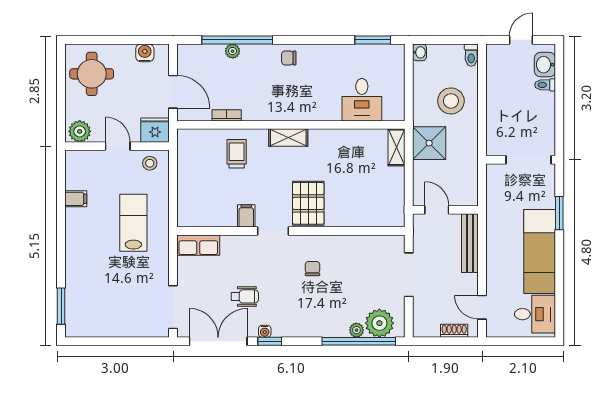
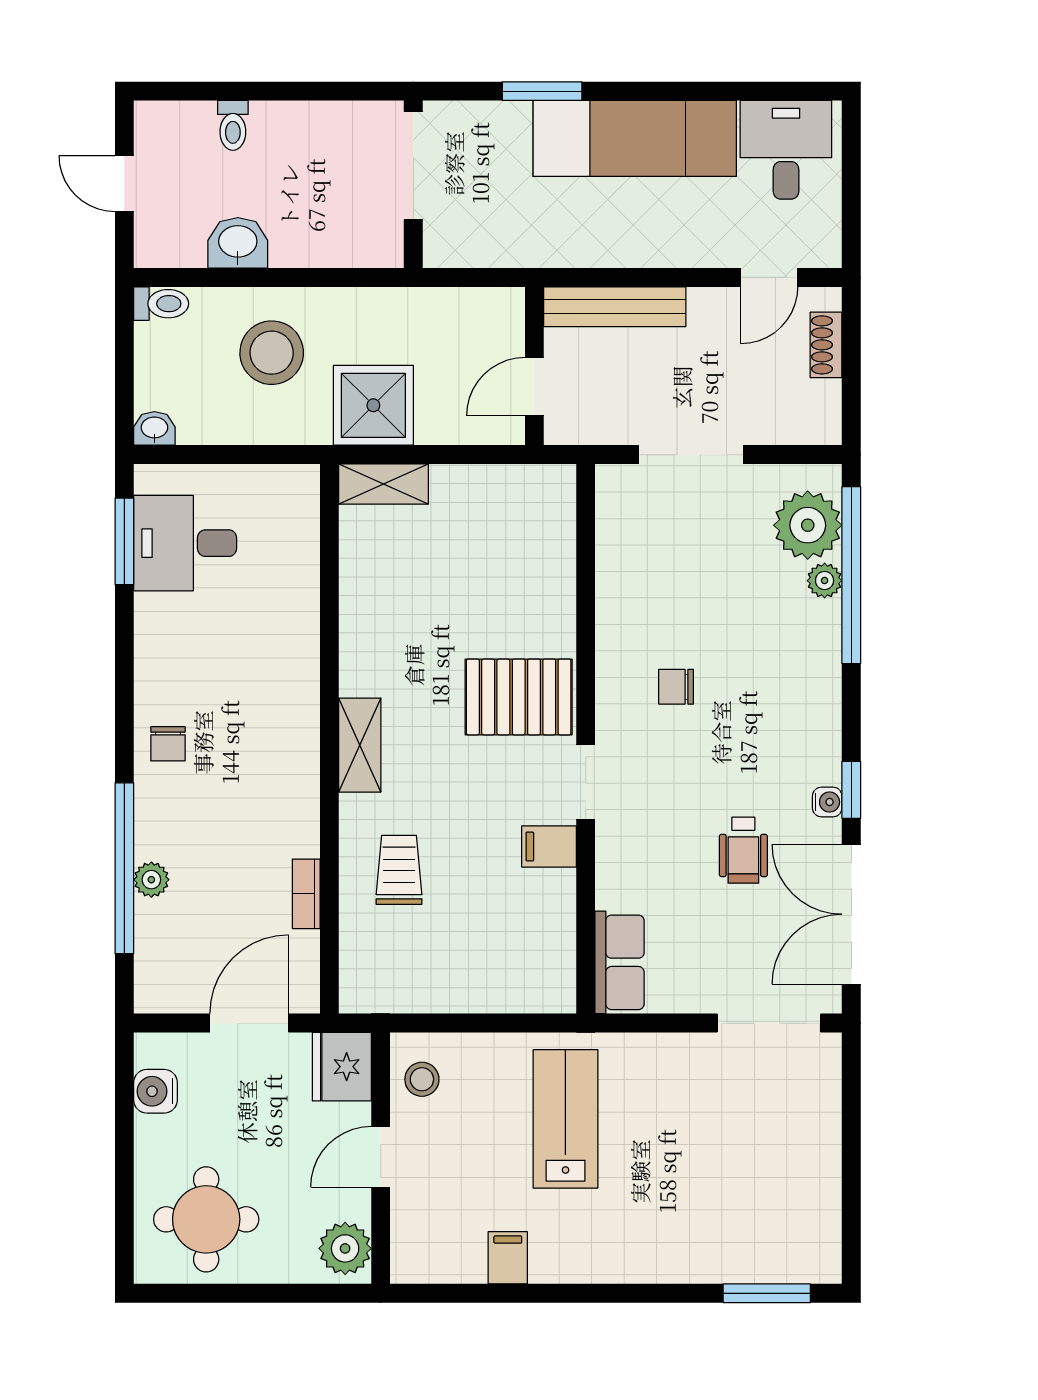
washbasin: (545, 65) -> (238, 243), moved, turned 180
desk: (362, 100) -> (185, 543), moved, turned 180
trolley: (237, 154) -> (399, 870), turned 90
lab bench: (133, 223) -> (565, 1119), turned 90
wheelchair: (245, 296) -> (743, 850), turned 180

